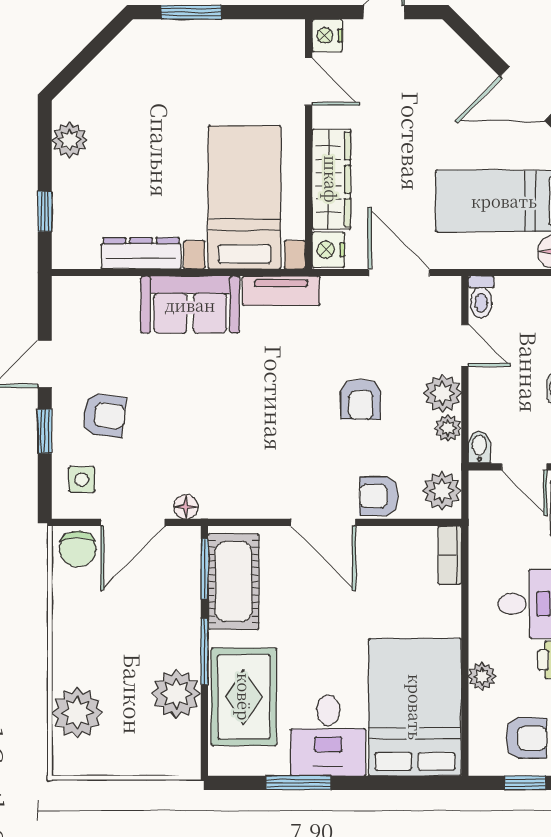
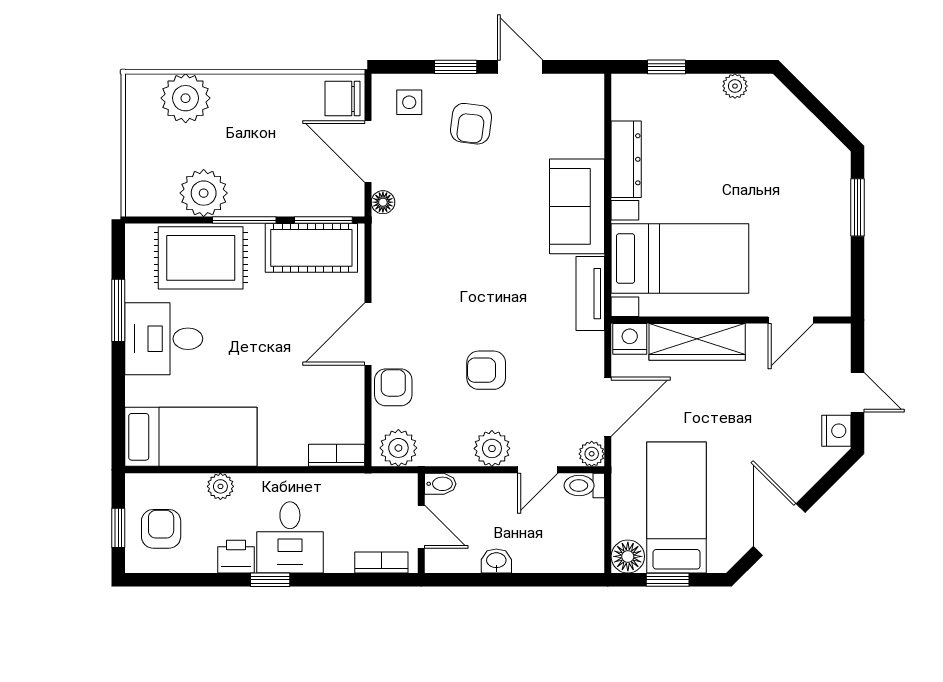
nightstand: (327, 35) -> (836, 431), moved, turned 90
plant: (70, 140) -> (735, 86), width x0.73, depth x0.73
plant: (448, 428) -> (592, 454), moved
door: (524, 467) -> (421, 527), swing flipped
bed: (415, 707) -> (191, 437), width x0.67
armchair: (526, 738) -> (161, 529), turned 180

